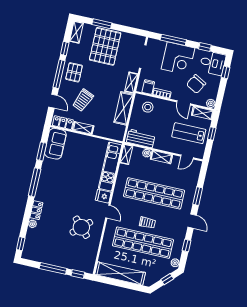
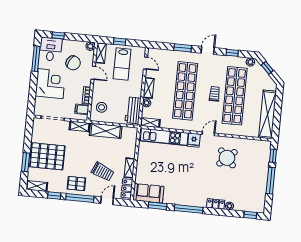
window: (173, 40) -> (33, 90), removed
window: (205, 47) -> (36, 59), width x2.17
door: (184, 103) -> (93, 73), hinge flipped

